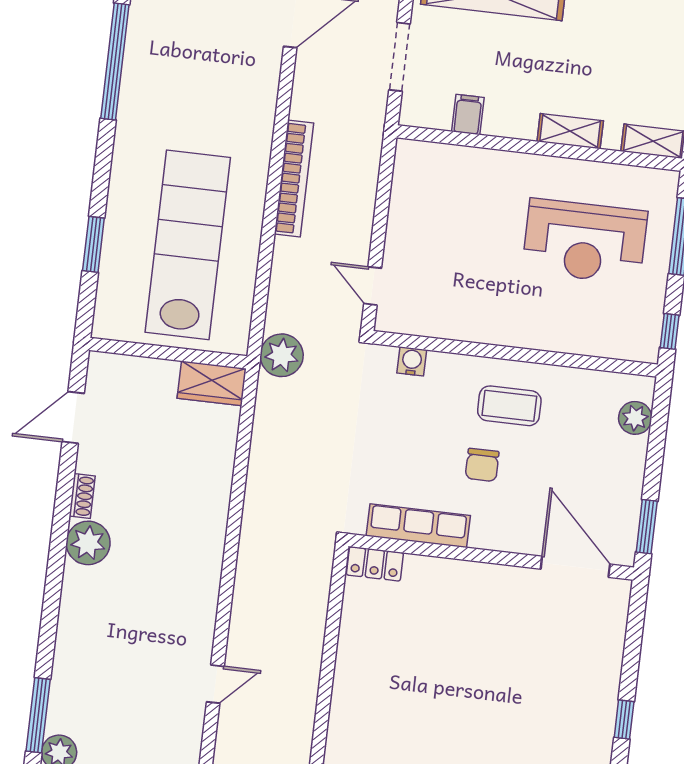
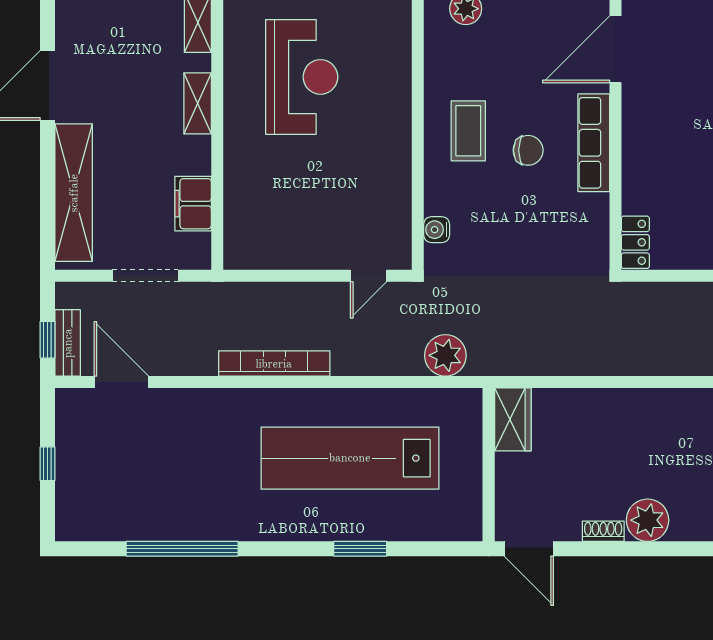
filing cabinet: (468, 115) -> (193, 204), width x2.00
wall: (168, 353) -> (489, 465), moved
wardrobe: (212, 383) -> (513, 419), moved
row of seats: (418, 526) -> (594, 143), moved

